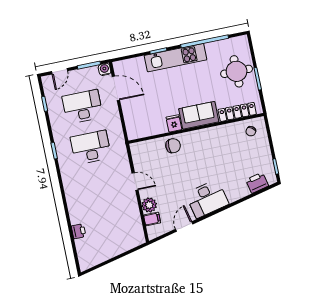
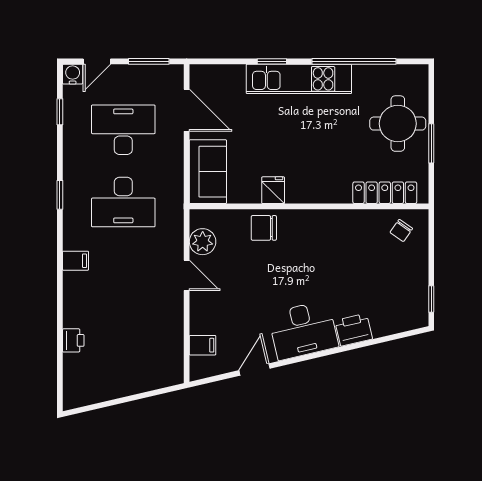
water cooler: (105, 69) -> (73, 74), moved
sofa: (199, 115) -> (208, 172), moved, turned 90
chair: (173, 146) -> (264, 228), turned 180
desk: (91, 147) -> (123, 202), turned 180
printer: (257, 183) -> (354, 330), moved
filing cabinet: (71, 186) -> (76, 261), added
plant: (149, 205) -> (203, 242), moved

